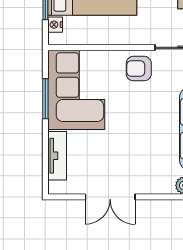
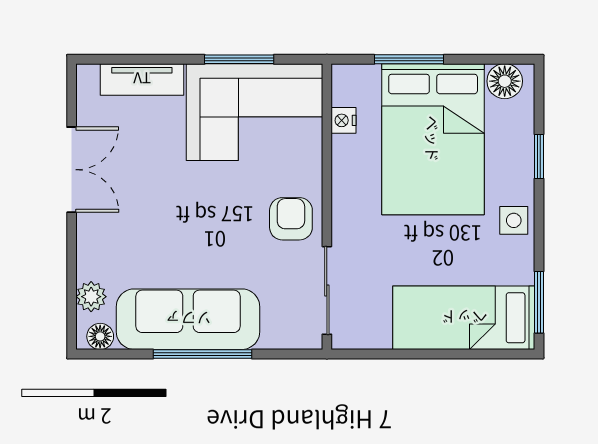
nightstand: (55, 25) -> (344, 120), moved, turned -90
double door: (110, 197) -> (72, 170), swing flipped

